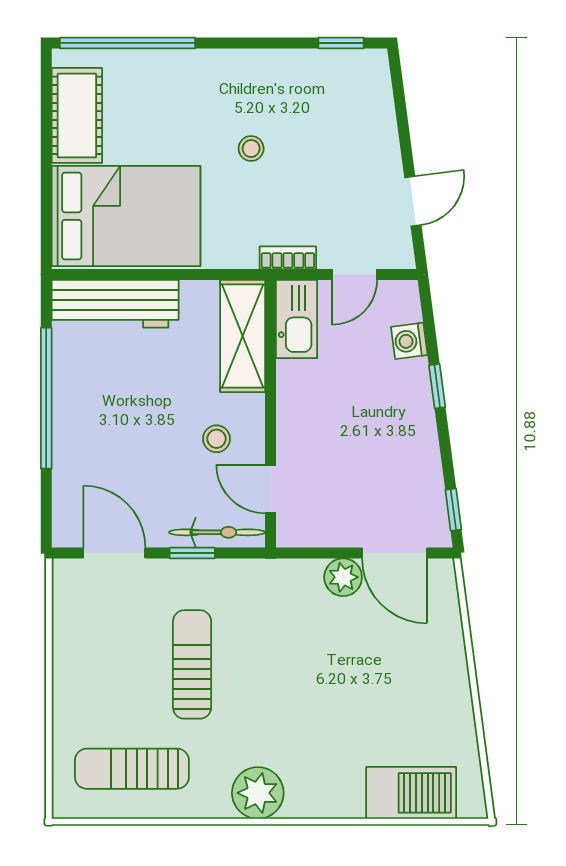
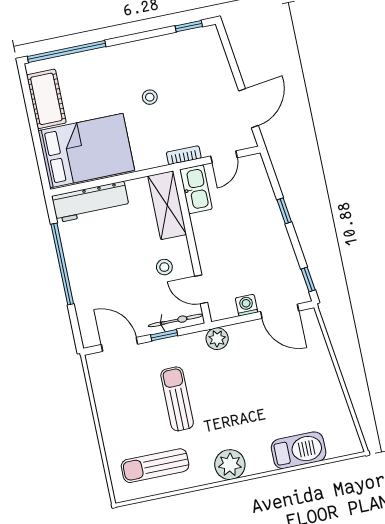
door: (413, 201) -> (248, 108), width x1.38
washing machine: (409, 341) -> (246, 305), moved, turned 97
plant: (343, 577) -> (217, 339), moved
barbecue: (411, 793) -> (299, 450), moved

